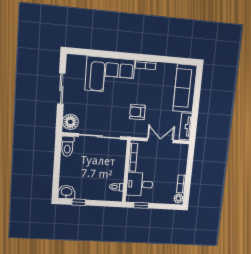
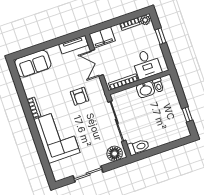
sofa: (185, 88) -> (33, 64), width x0.73
filing cabinet: (181, 155) -> (102, 37), added
washbasin: (67, 192) -> (145, 90), moved, turned -90
window: (141, 205) -> (161, 36), moved

